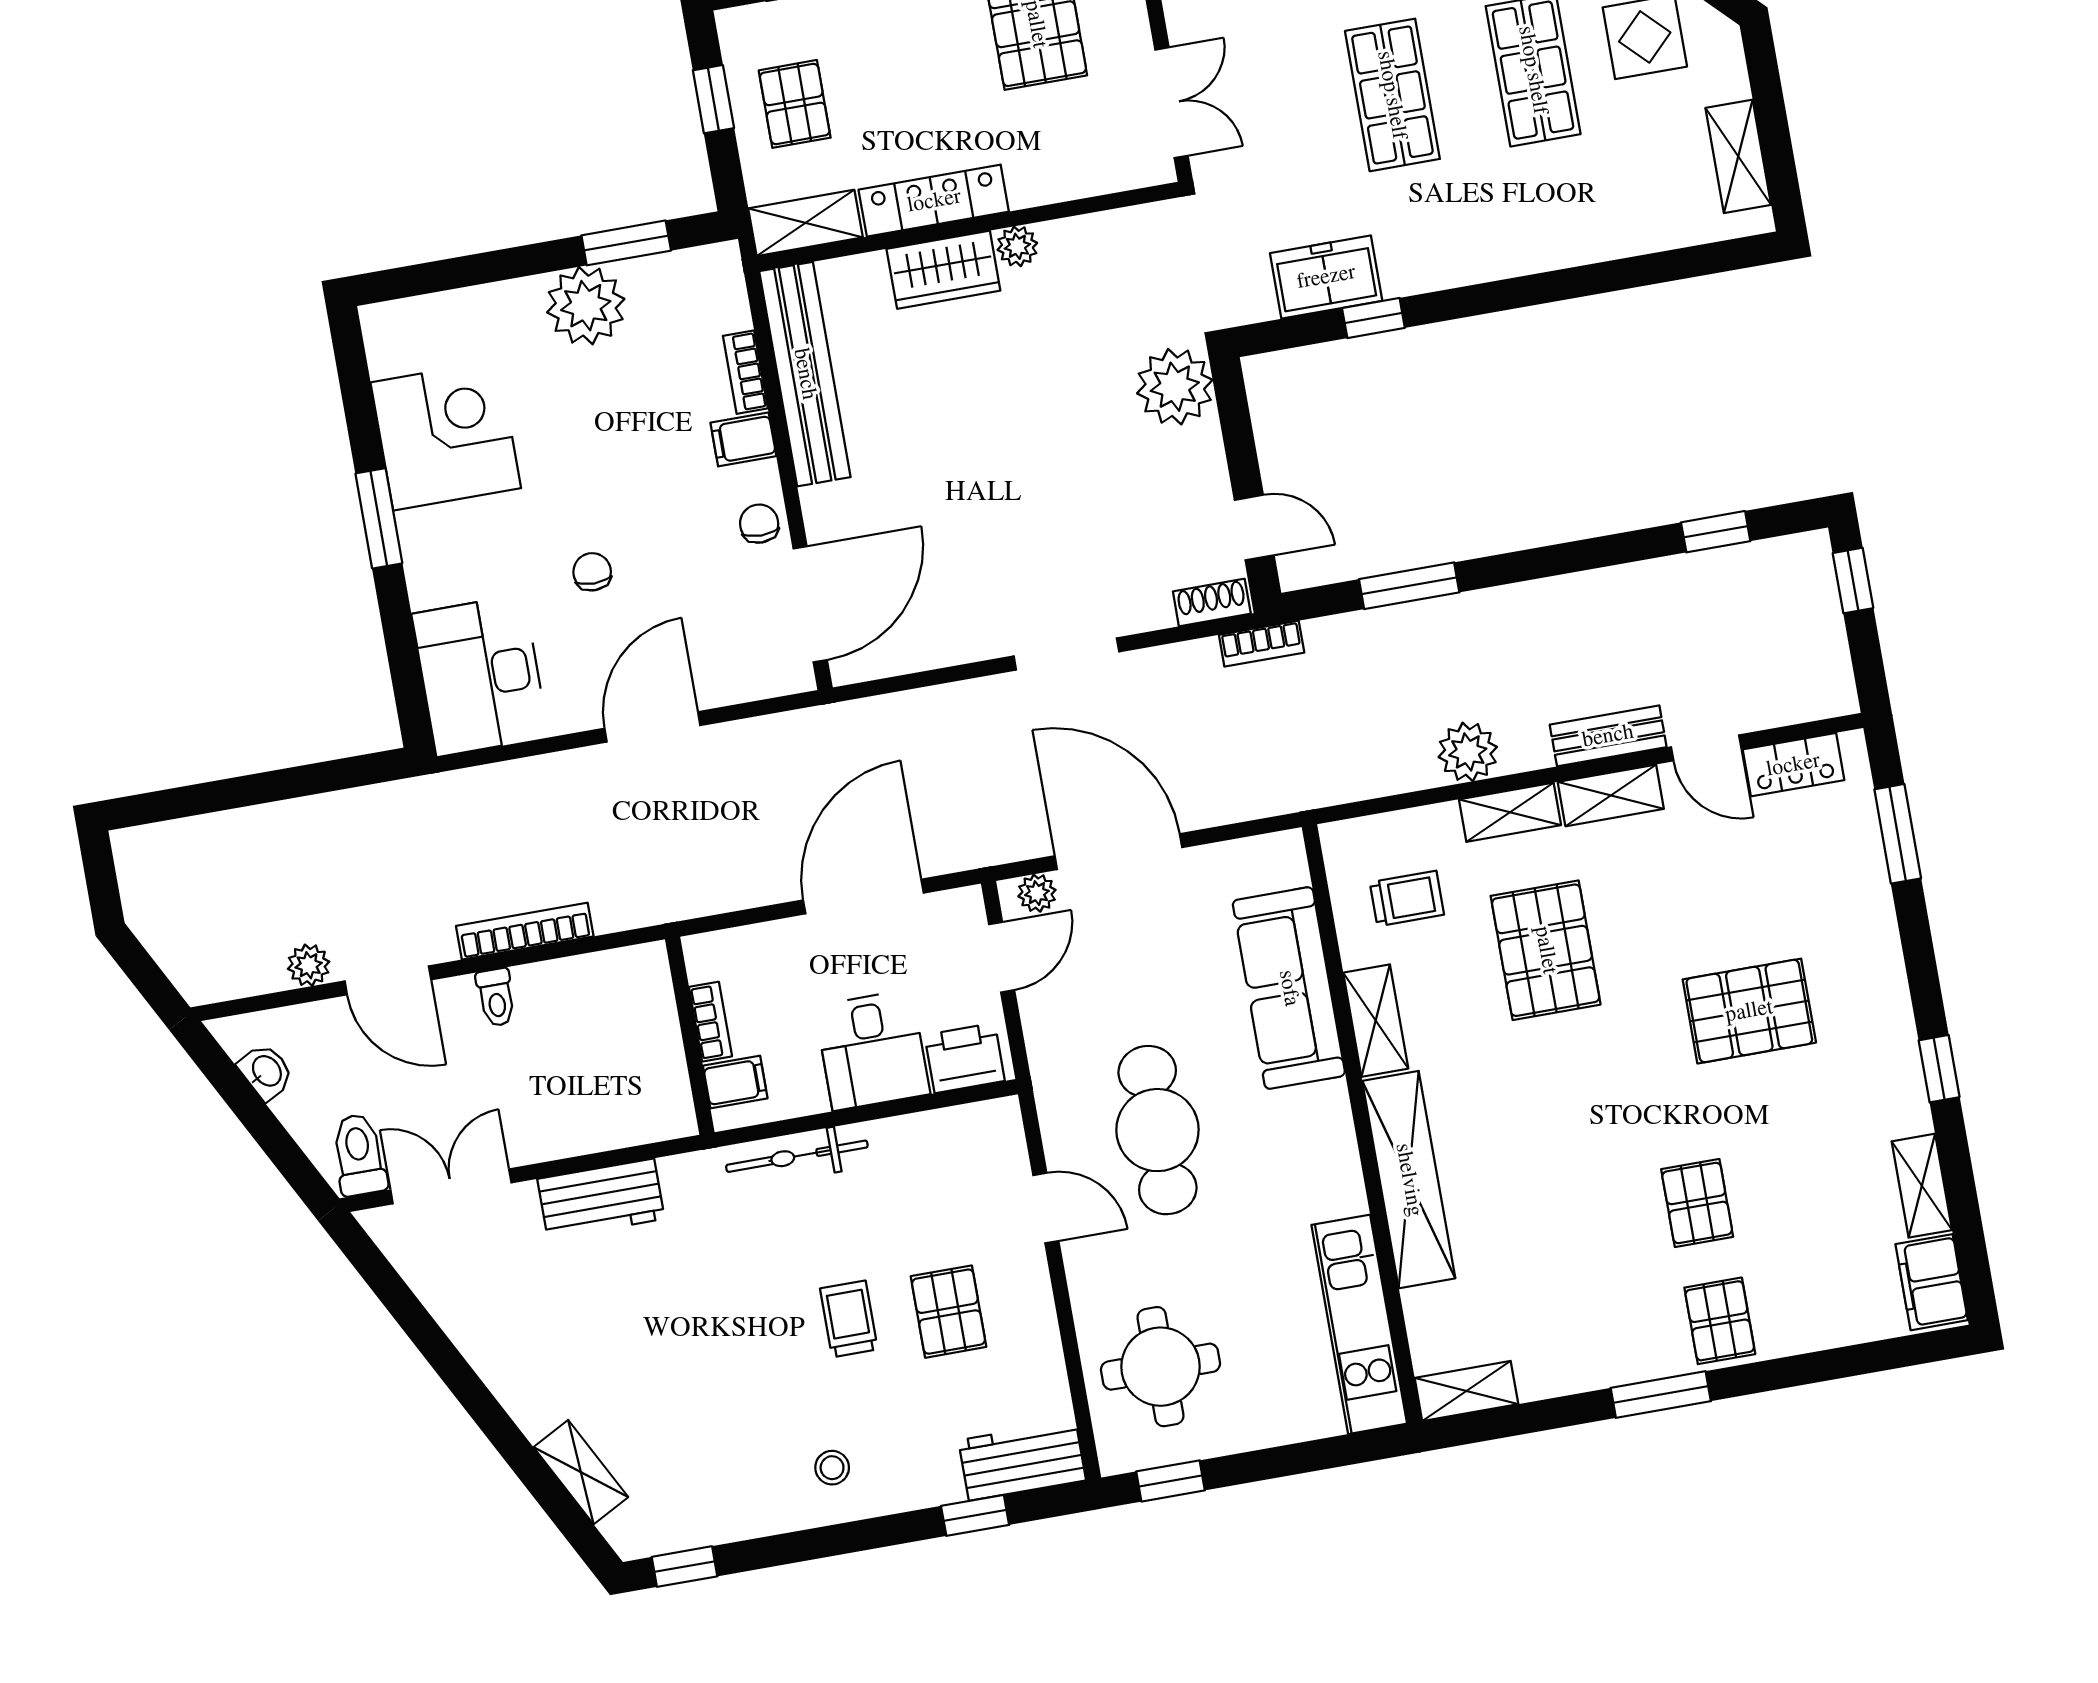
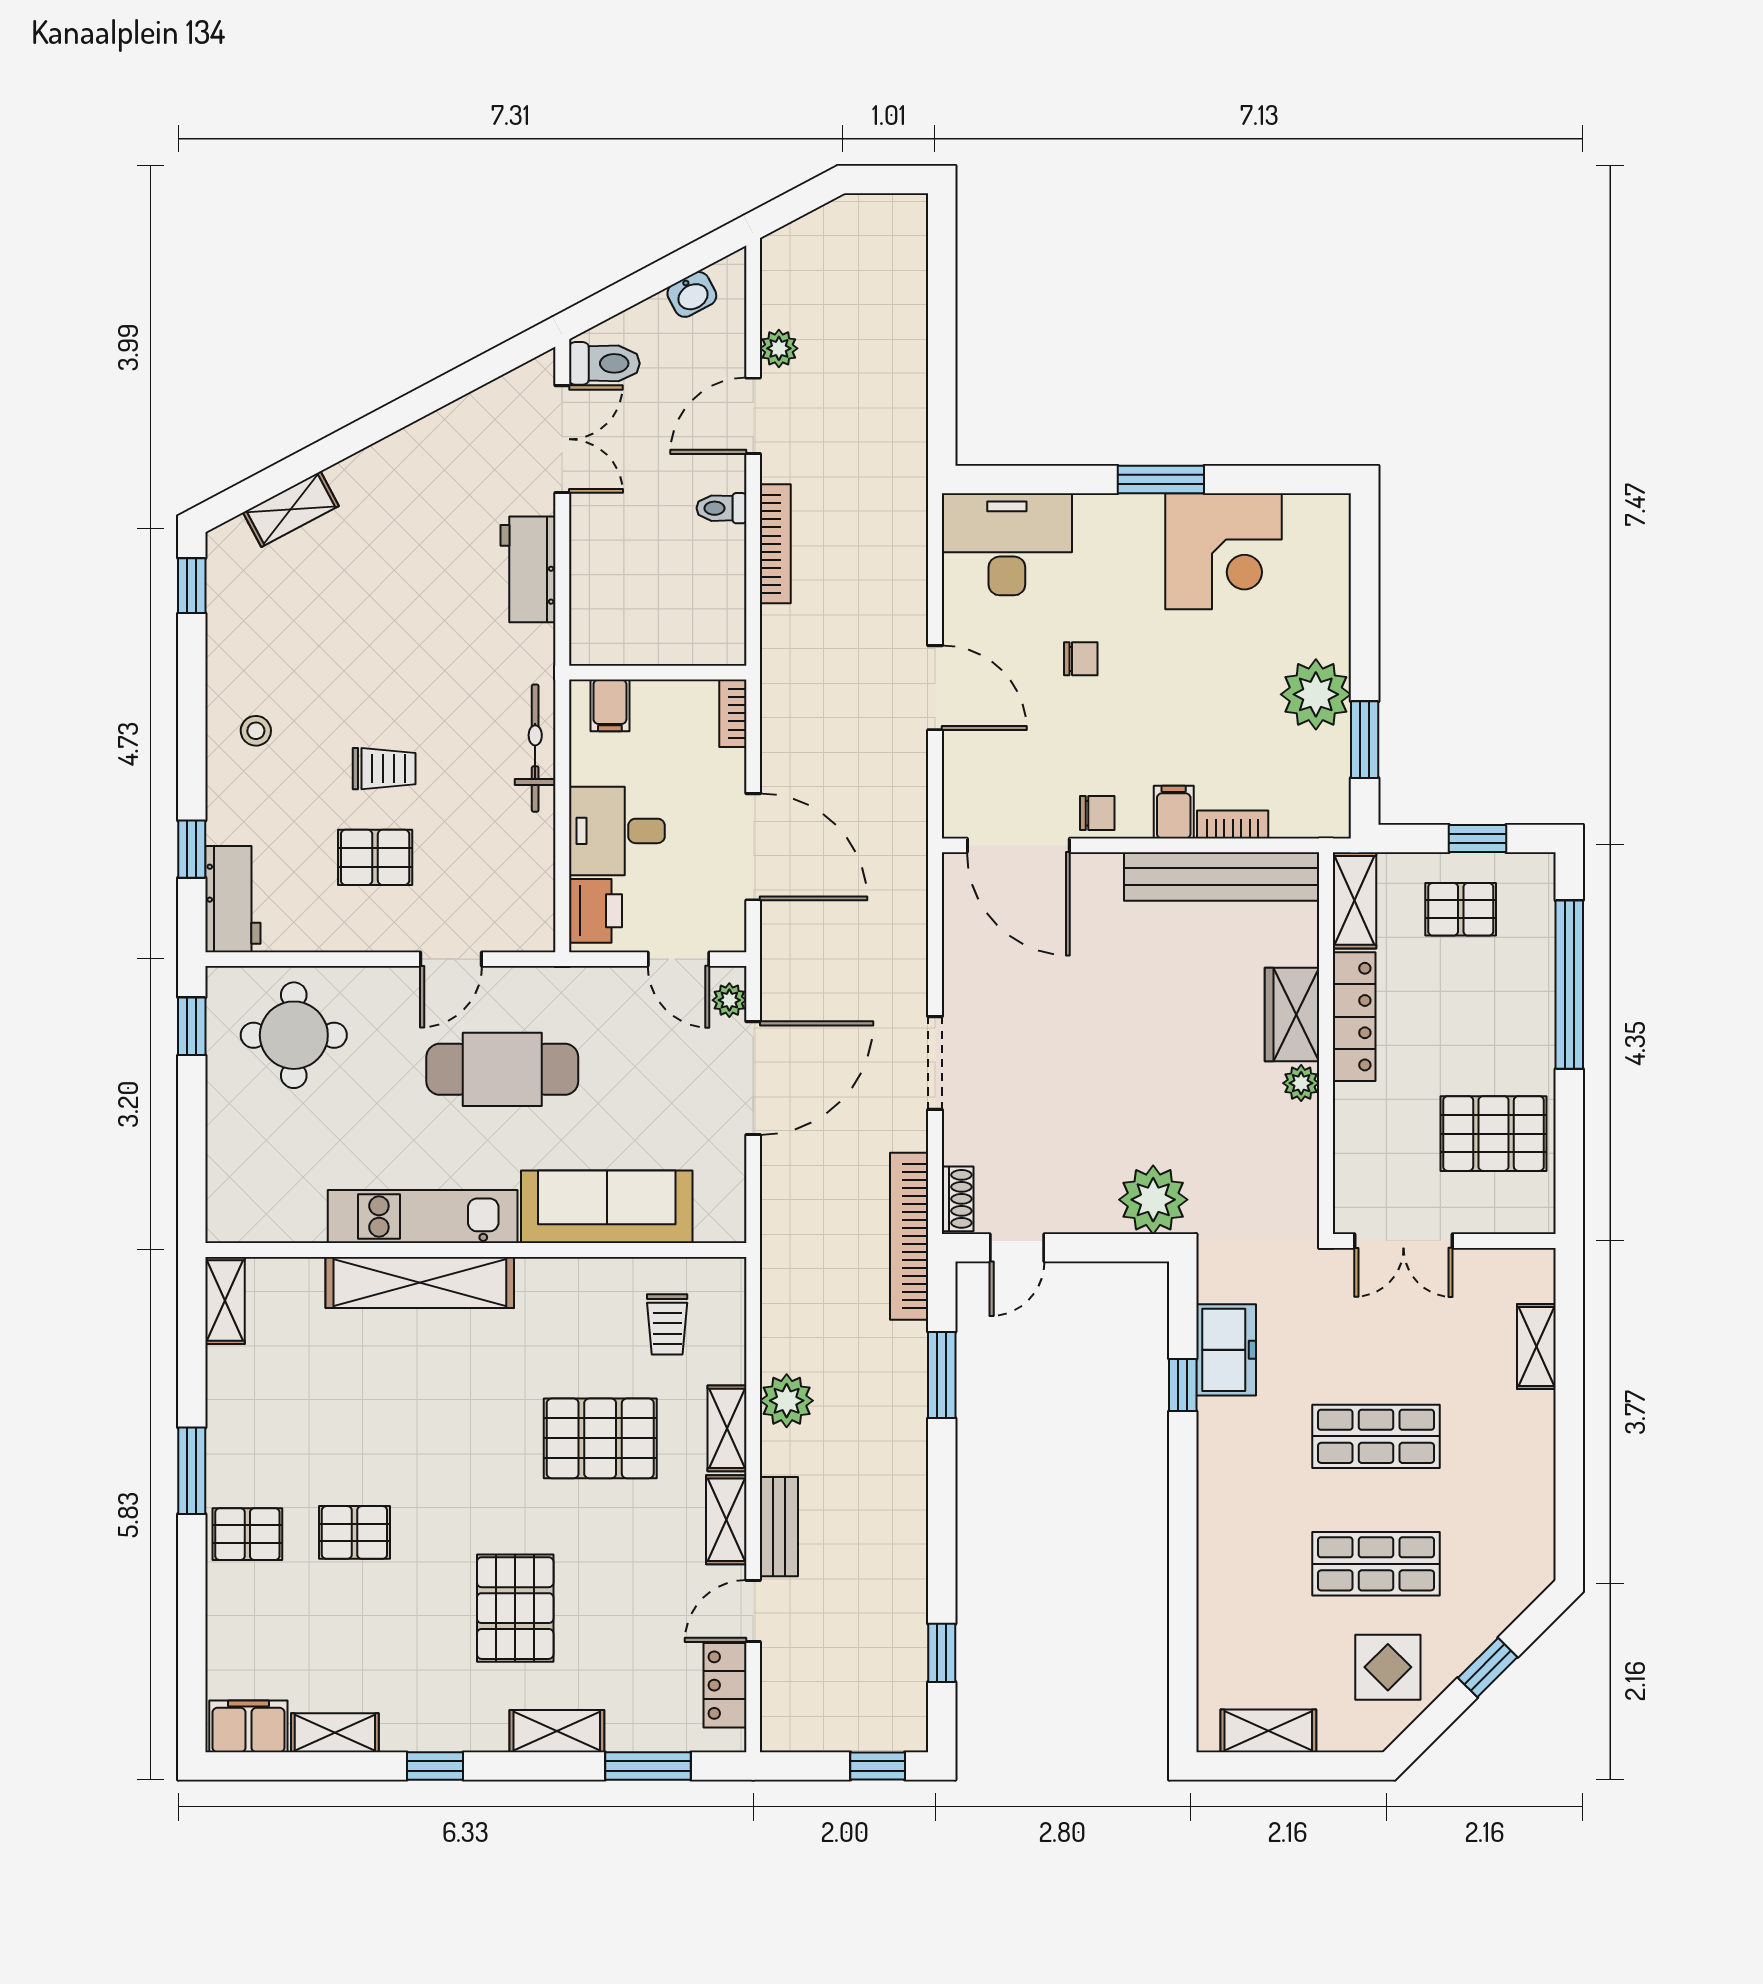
bookcase: (1262, 644) -> (909, 1236), width x2.31, depth x1.31
shelving: (1376, 1021) -> (557, 1731), moved
bookcase: (710, 1022) -> (733, 713), moved, turned 90
kitchen unit: (1359, 1324) -> (423, 1216), moved

